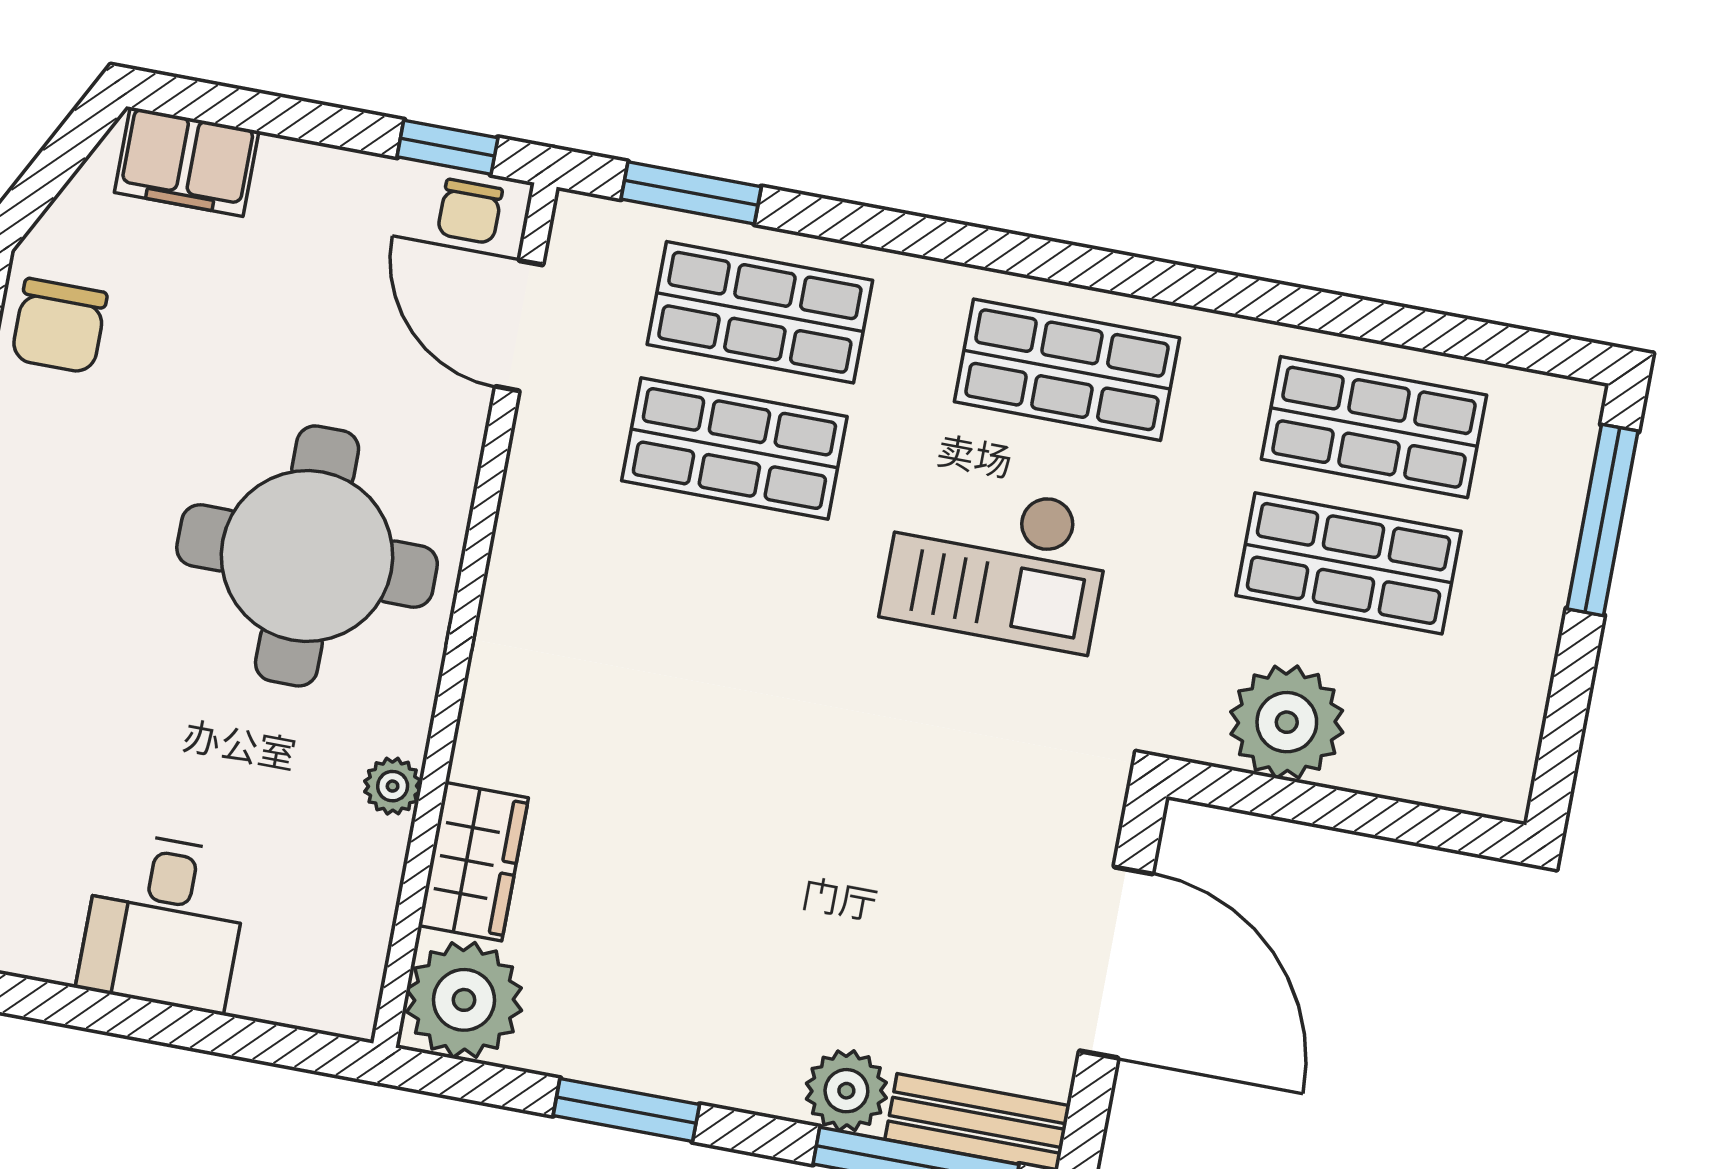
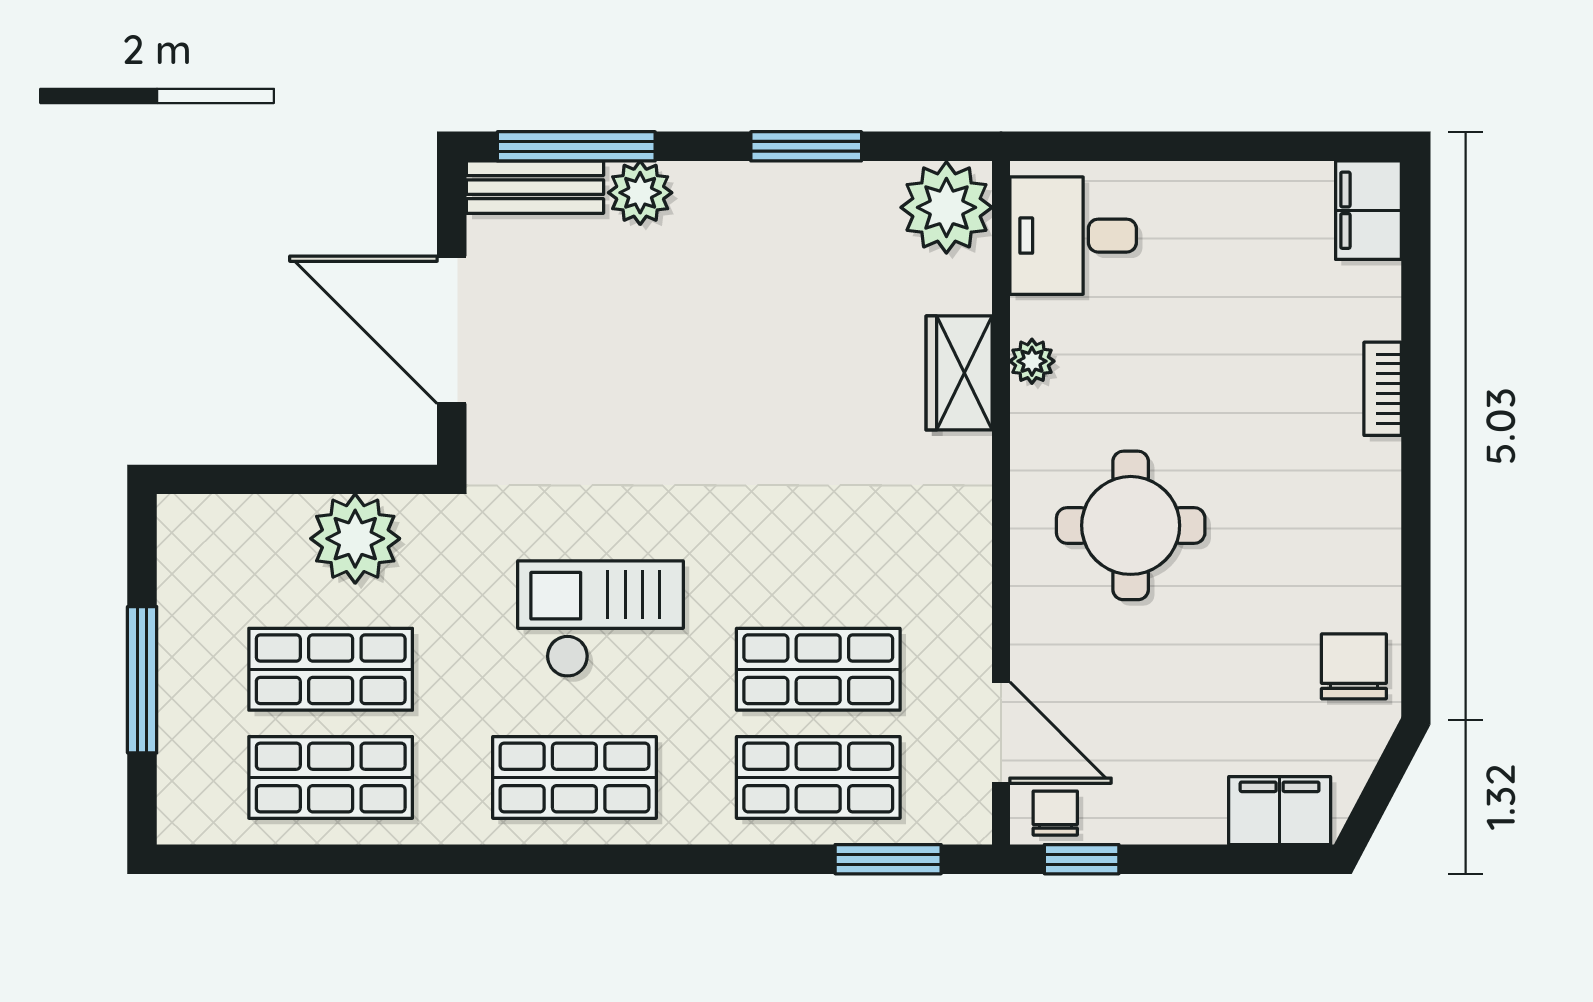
window: (1603, 520) -> (142, 680), moved
round table: (307, 556) -> (1131, 525), width x0.73, depth x0.73
wardrobe: (473, 862) -> (959, 373), moved
desk: (164, 922) -> (1073, 236), moved, turned -90

